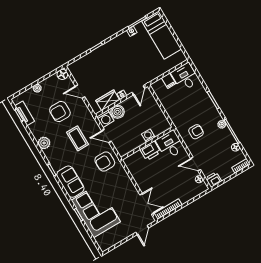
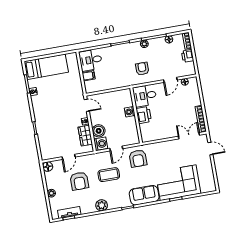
printer: (213, 180) -> (188, 56), moved

